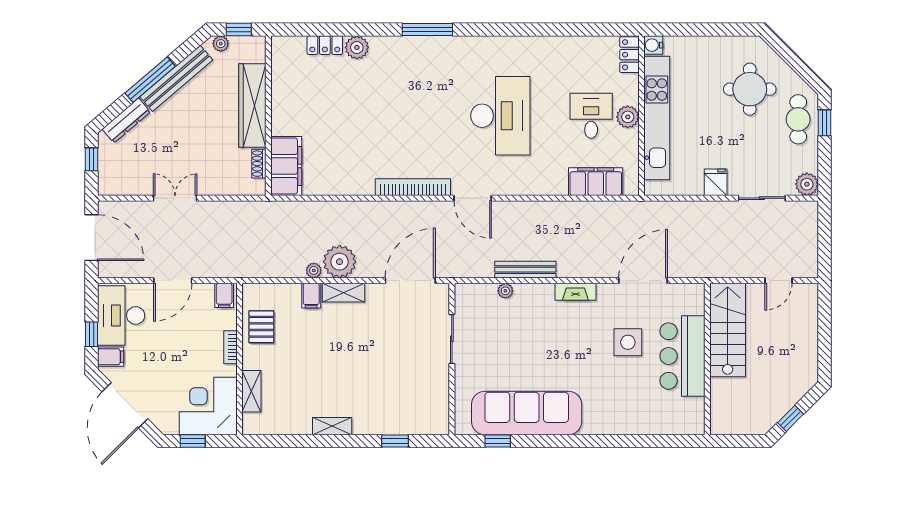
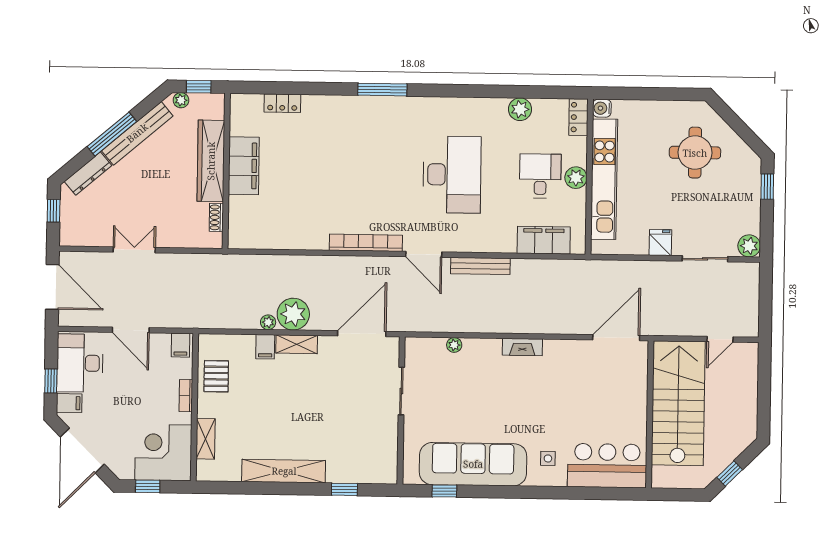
plant: (357, 47) -> (520, 109), moved
cafe table: (798, 119) -> (742, 183), removed
filing cabinet: (286, 166) -> (244, 166), moved
bench: (525, 270) -> (480, 266), moved
door: (173, 281) -> (131, 330), hinge flipped
door: (643, 281) -> (616, 338), moved
stairs: (728, 330) -> (678, 403), width x1.36, depth x1.51
side table: (628, 342) -> (548, 458), moved, width x0.54, depth x0.54
bar counter: (683, 356) -> (607, 466), moved, turned 90
shelving: (332, 426) -> (284, 471), width x2.20, depth x1.33

